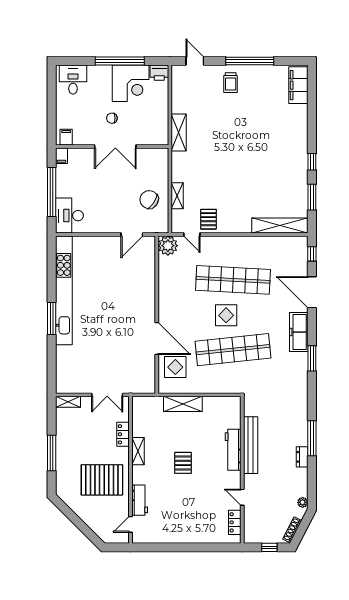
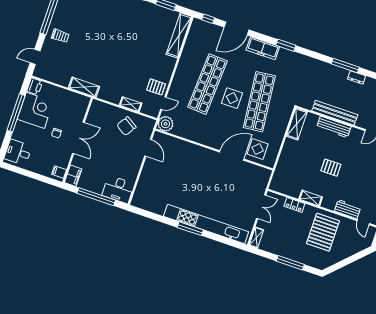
filing cabinet: (61, 156) -> (73, 176), width x2.00
kitchen unit: (64, 290) -> (206, 224), moved
shelving: (183, 404) -> (297, 124), moved

